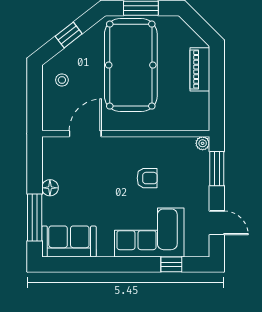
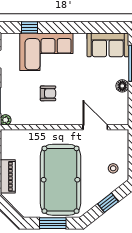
door: (85, 134) -> (95, 127), swing flipped
armchair: (147, 178) -> (48, 93), turned 180

